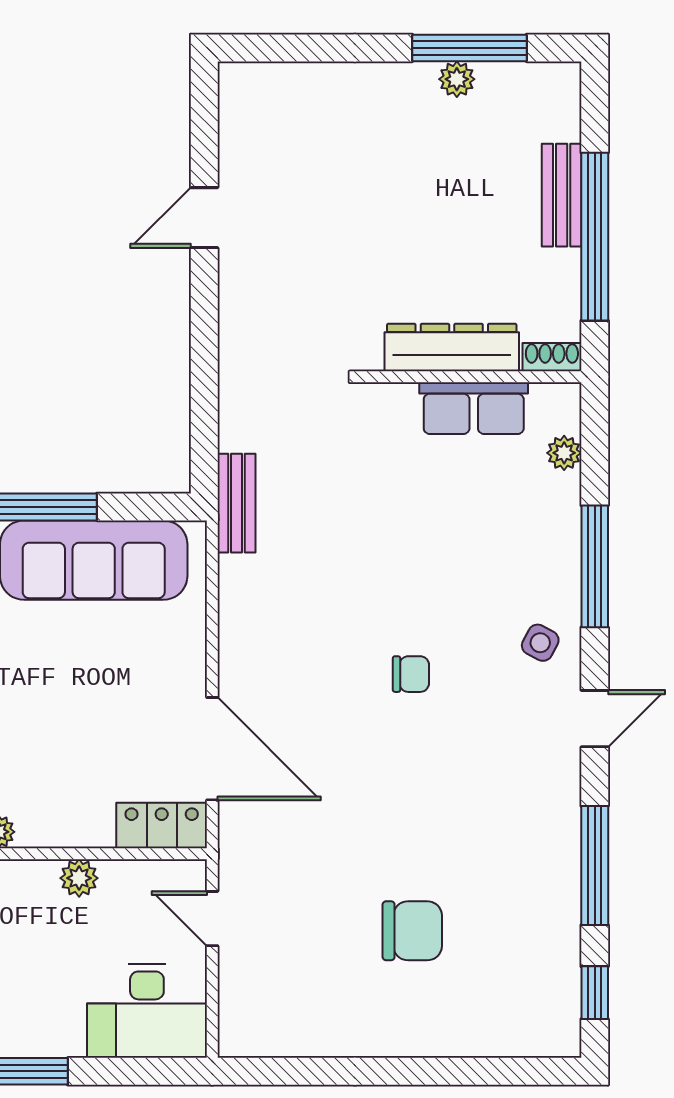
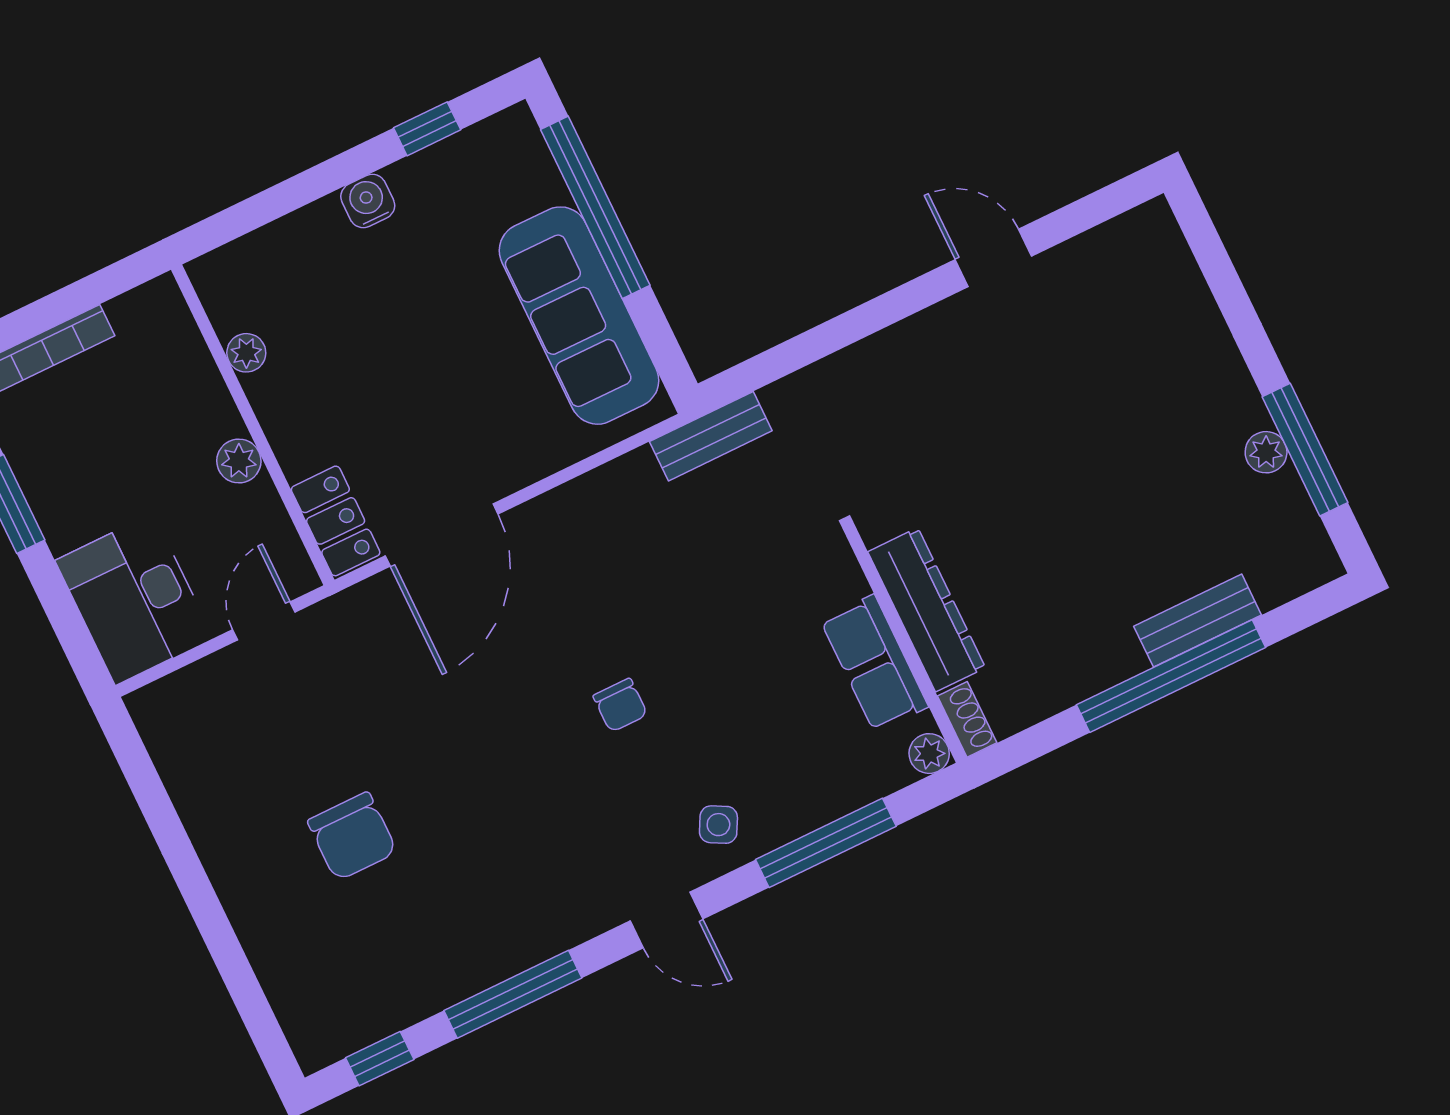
dresser: (452, 348) -> (927, 610), moved
shoe rack: (552, 357) -> (967, 719), moved
wall: (471, 377) -> (906, 644), moved
row of seats: (474, 408) -> (874, 663), moved

